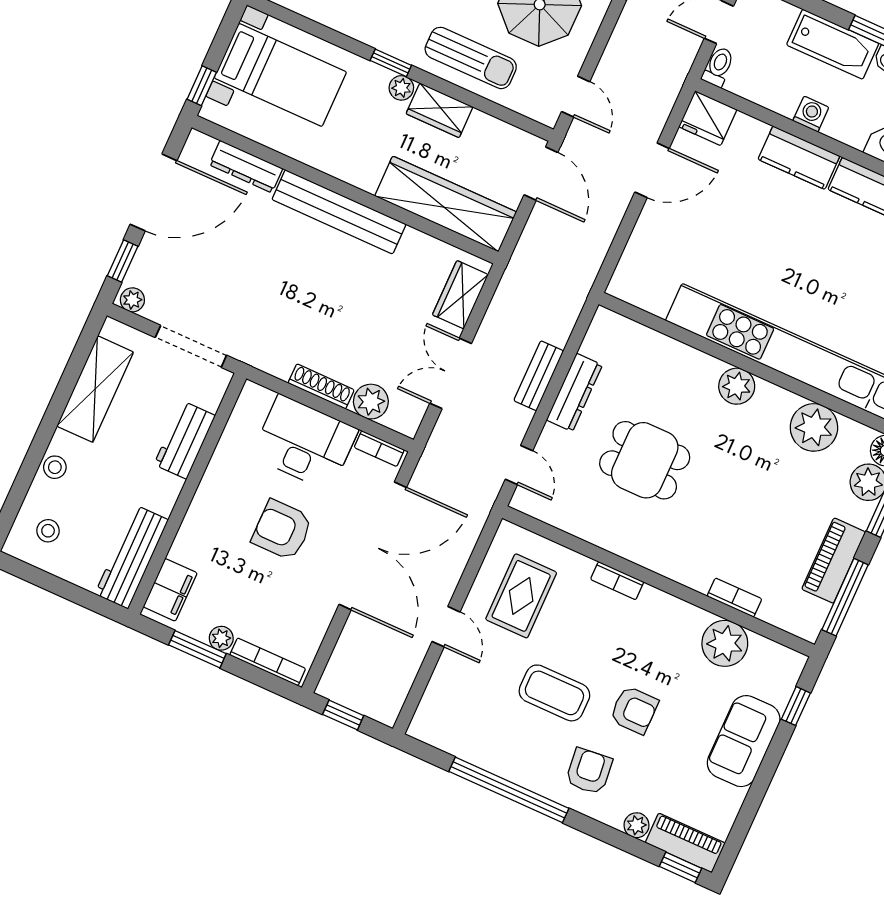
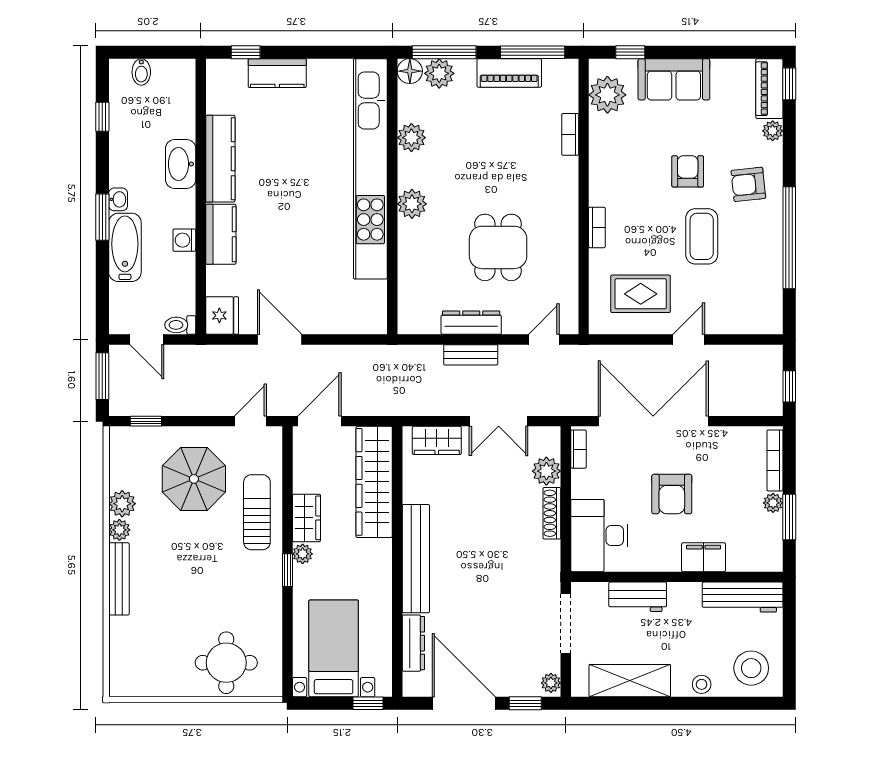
plant: (814, 427) -> (411, 138), width x0.73, depth x0.73
desk: (305, 443) -> (599, 536), moved
stool: (48, 531) -> (751, 668), width x1.89, depth x1.89
filing cabinet: (170, 590) -> (704, 557), moved
plant: (725, 643) -> (607, 95), moved

